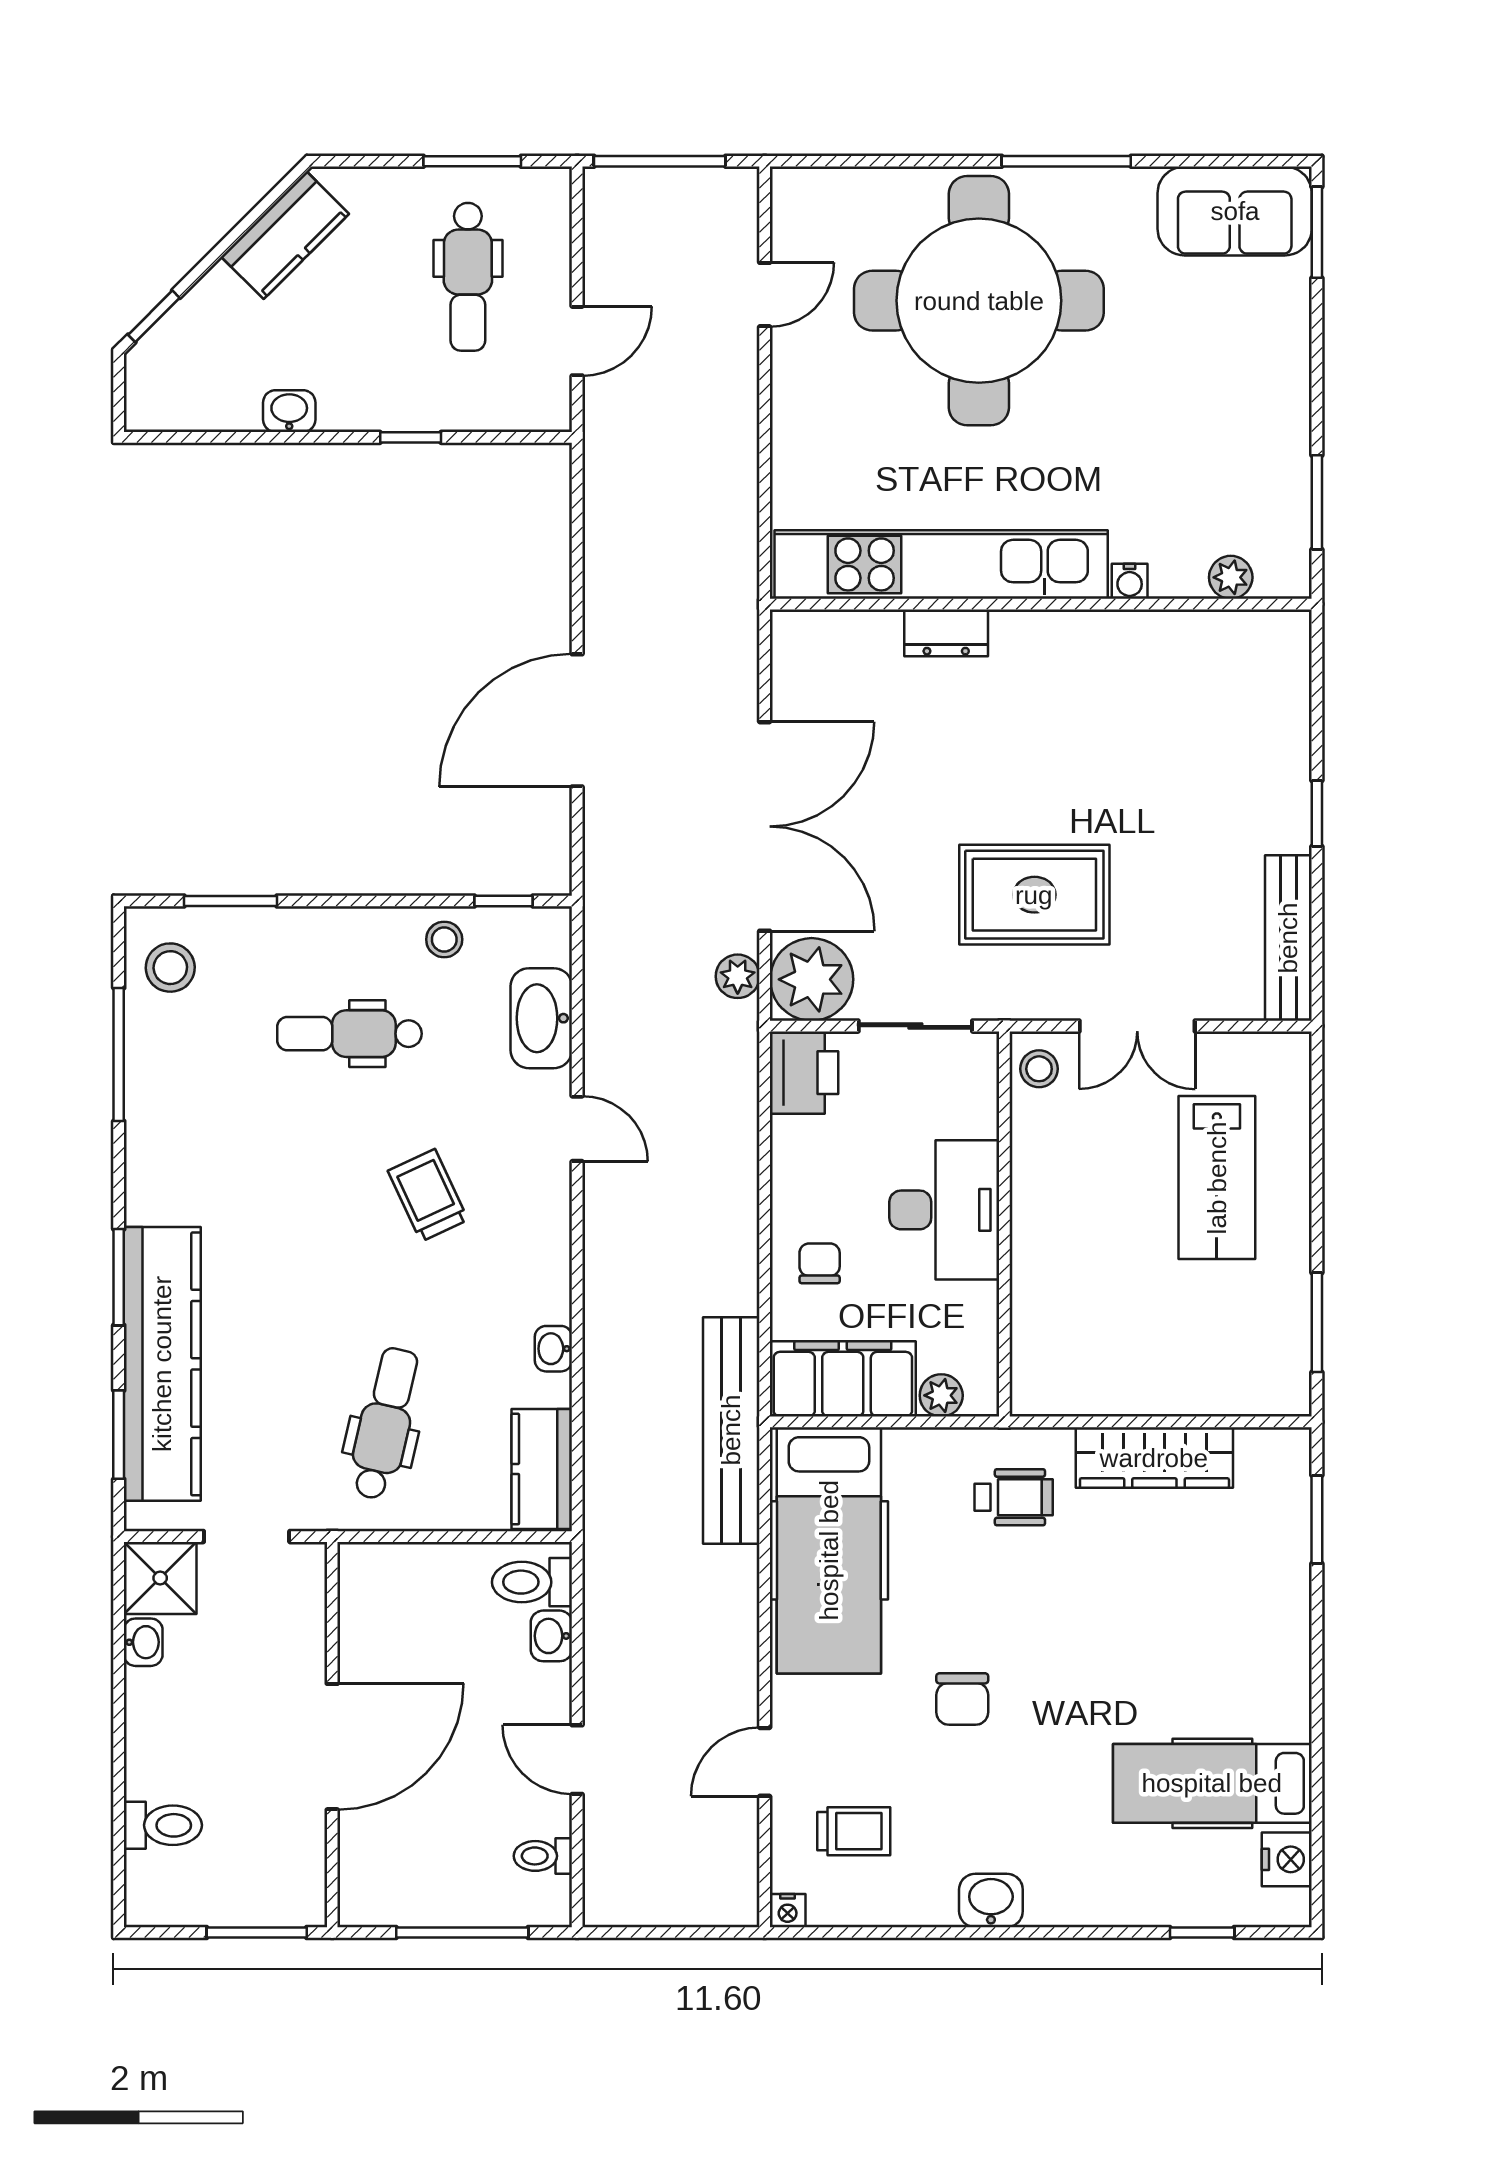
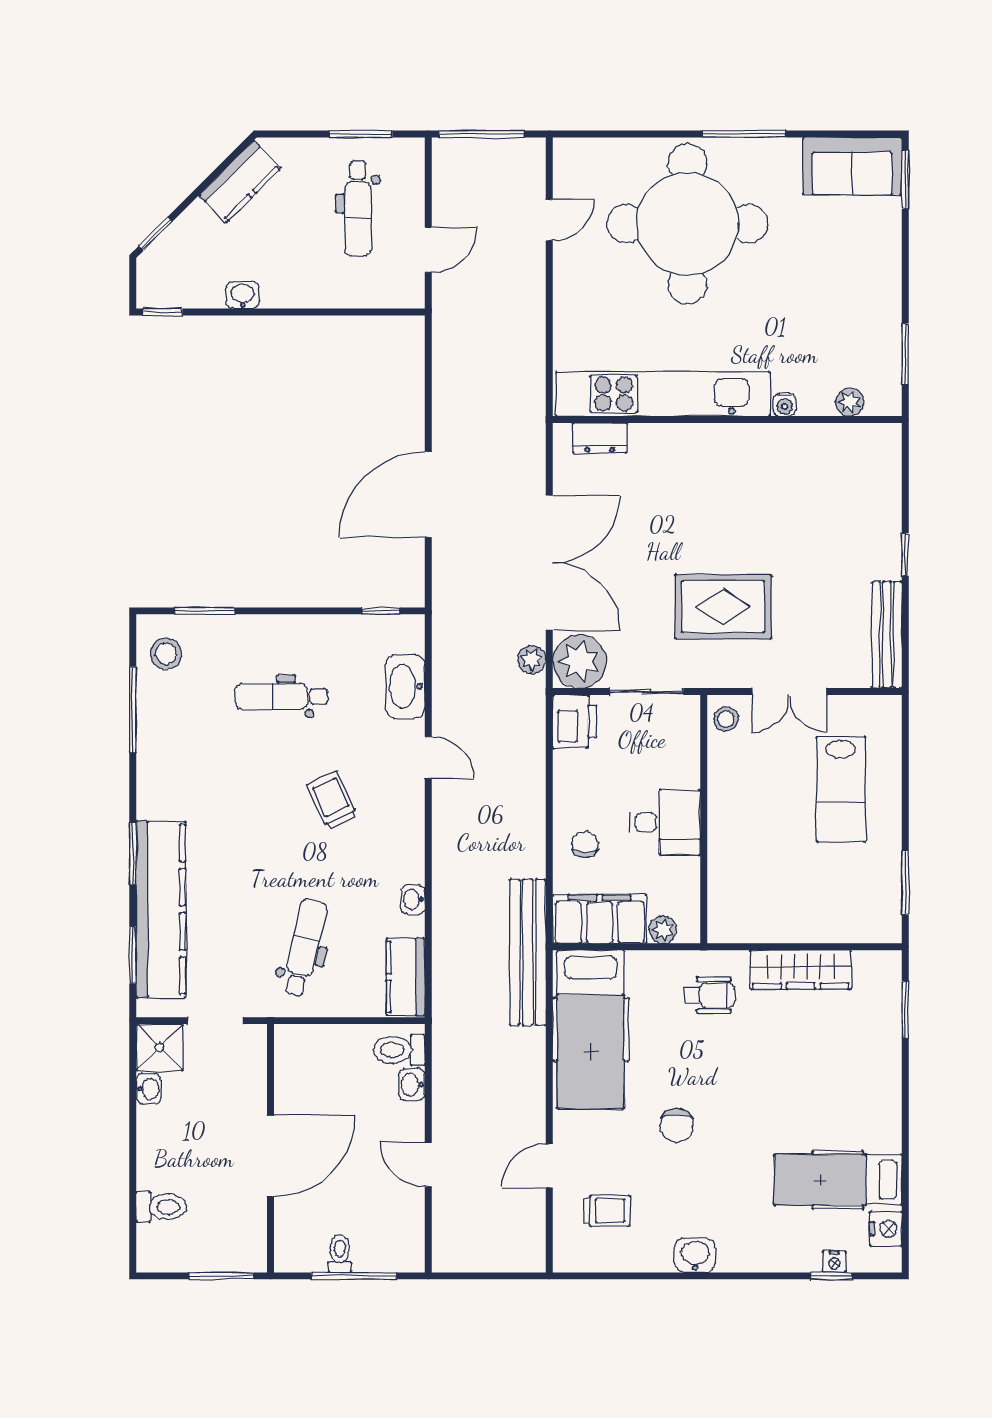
window: (411, 437) -> (163, 312), moved
dresser: (946, 633) -> (600, 438), moved
stool: (444, 939) -> (343, 636), removed
desk: (944, 1210) -> (665, 822), width x0.73
toilet: (543, 1856) -> (340, 1254), moved, turned 90
nightstand: (788, 1911) -> (834, 1262), moved

